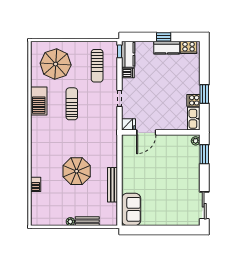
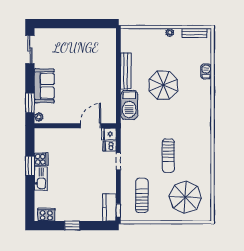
kitchen counter: (167, 48) -> (69, 214), removed
dishwasher: (128, 73) -> (110, 146), moved
barbecue: (39, 101) -> (129, 105), moved, turned 180
kitchen sink: (194, 119) -> (41, 179), moved
sofa: (131, 209) -> (44, 86), moved, turned 180
bench: (87, 221) -> (194, 33), moved

